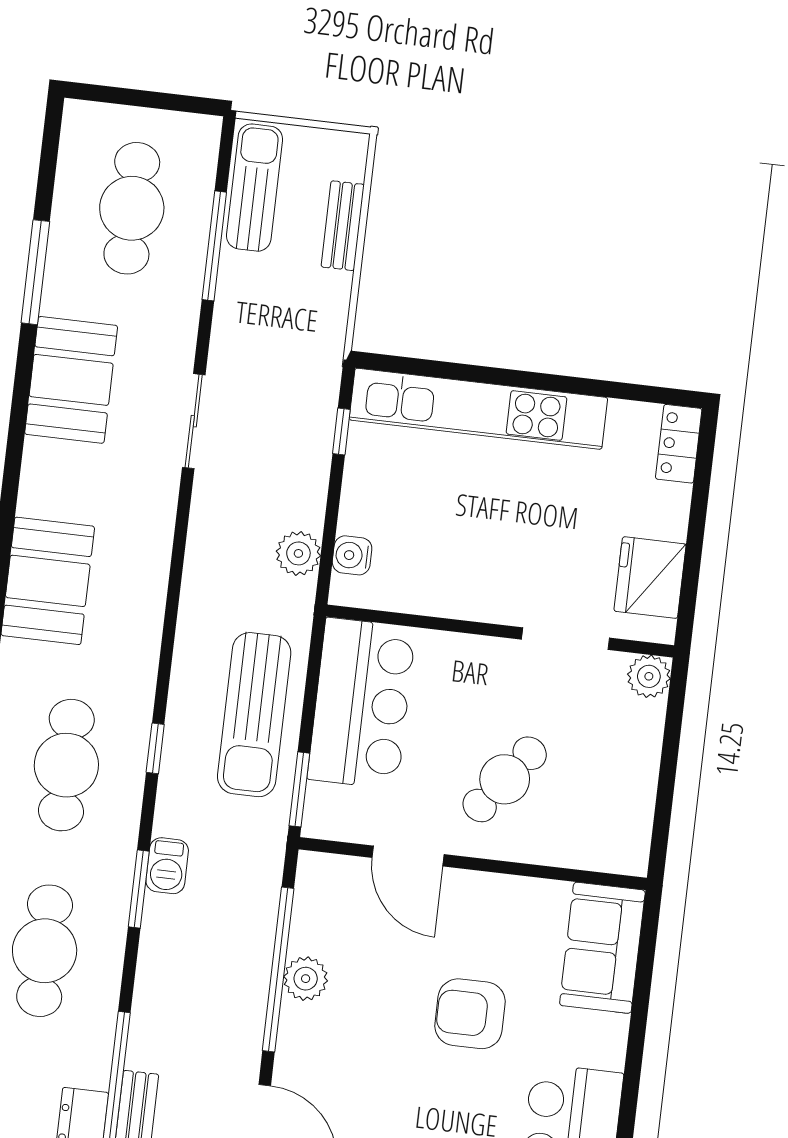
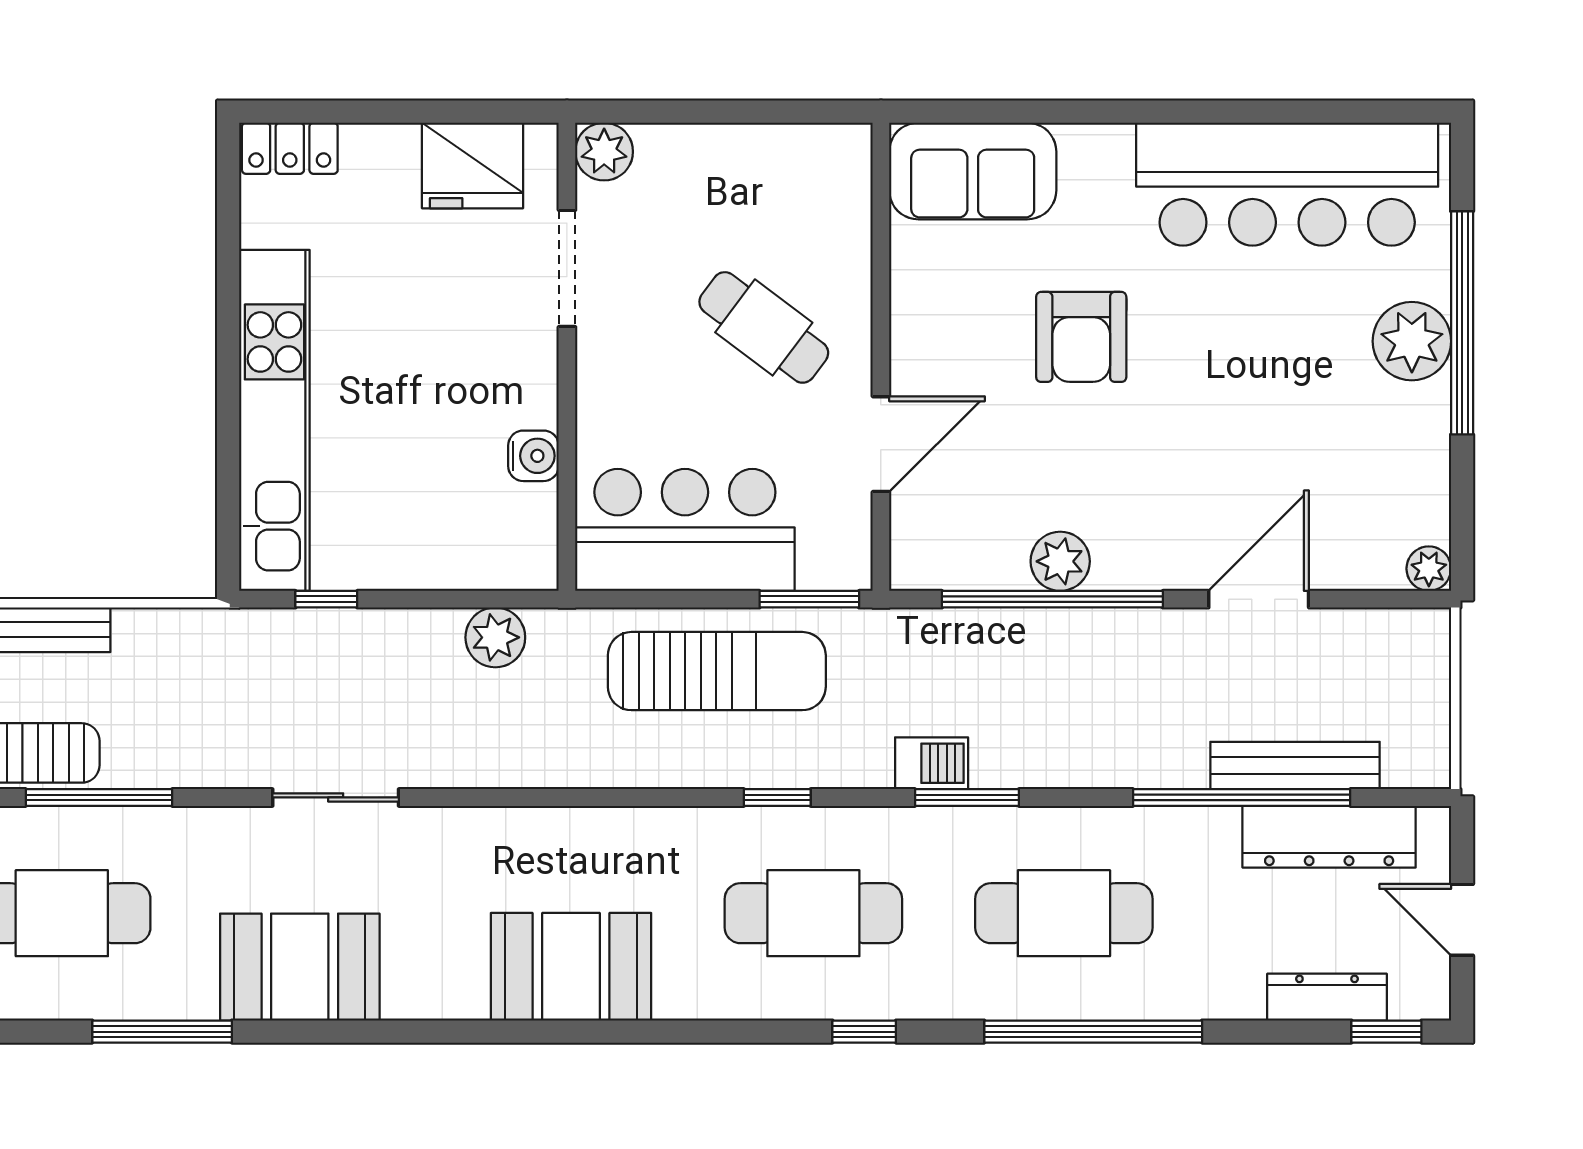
water cooler: (352, 555) -> (533, 456), moved, turned -90

